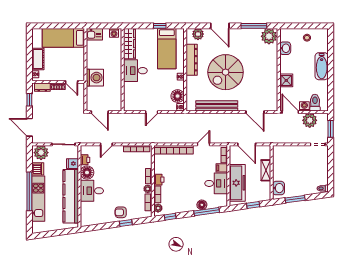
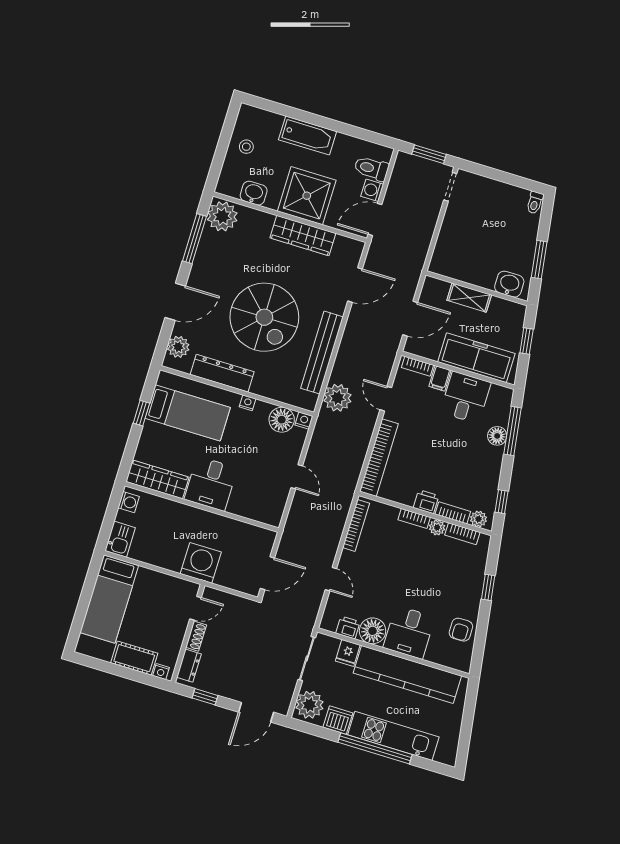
wardrobe: (272, 79) -> (303, 236), added
shower: (286, 80) -> (307, 196), width x1.86, depth x1.86
plant: (310, 120) -> (337, 398), moved
armchair: (121, 212) -> (461, 630), moved

